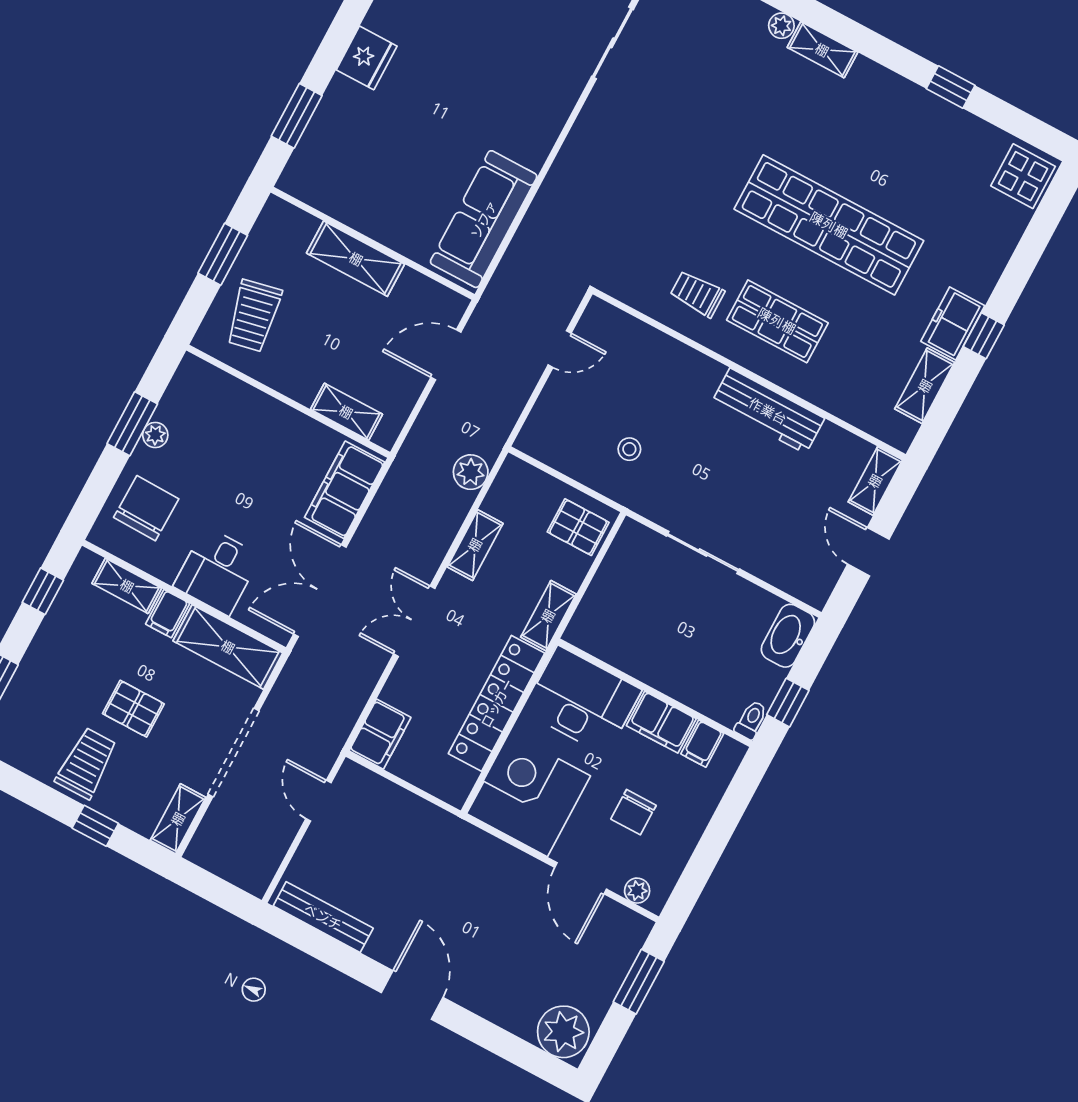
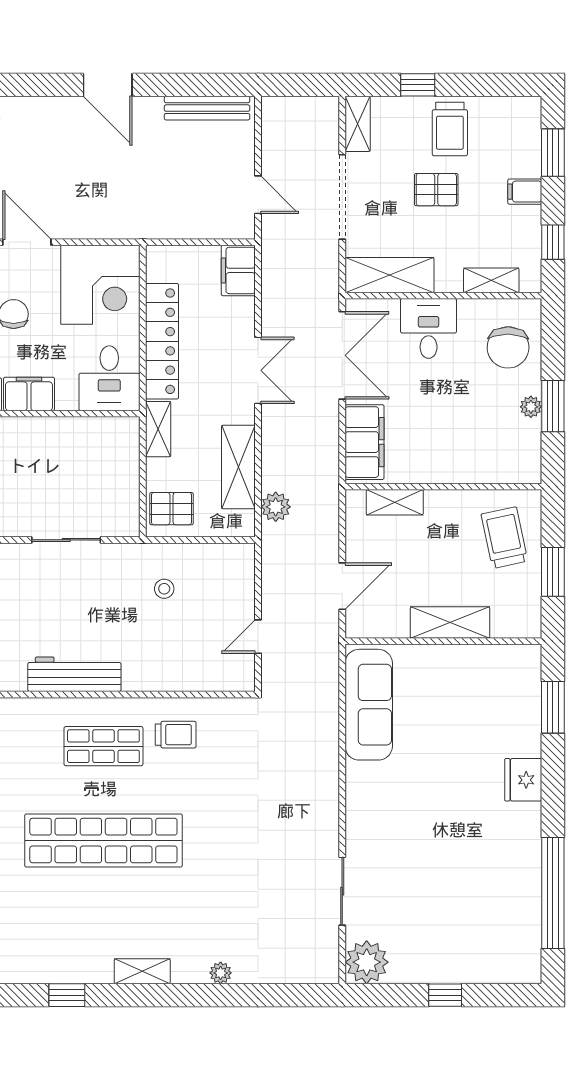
shelving: (822, 50) -> (142, 971), moved
shelving: (475, 545) -> (238, 467), width x1.50, depth x1.33
filing cabinet: (168, 614) -> (525, 192), moved, turned -90
desk: (582, 701) -> (109, 378), width x0.73

